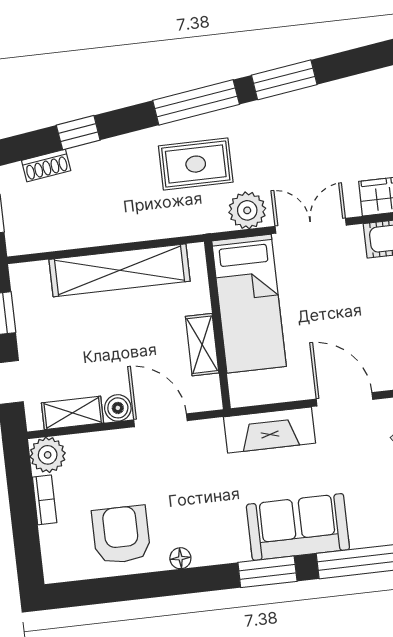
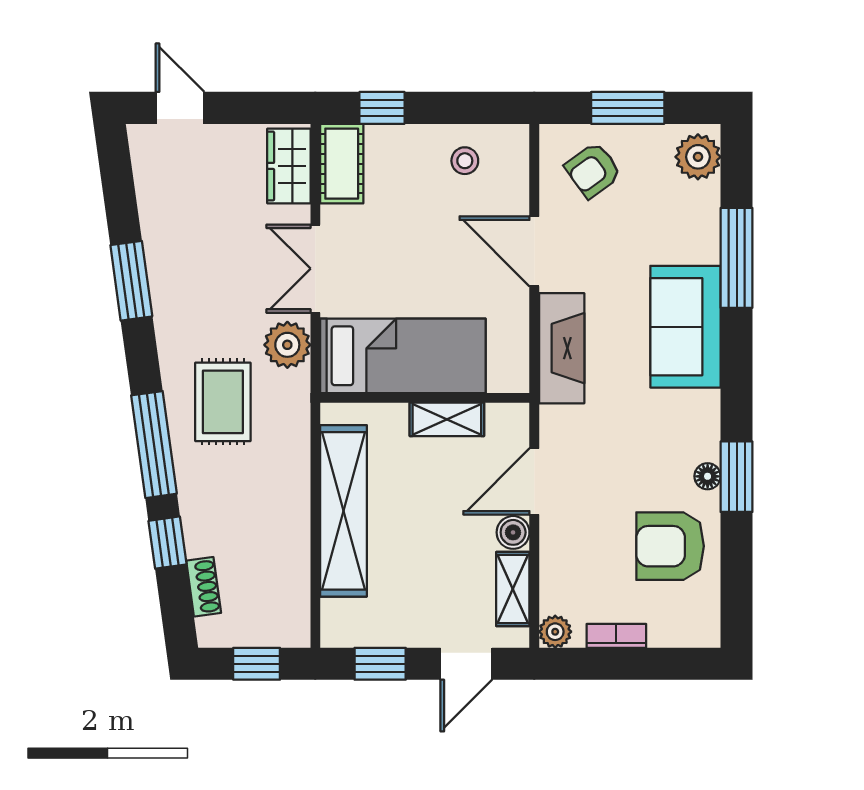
window: (196, 102) -> (154, 445), moved
door: (344, 399) -> (534, 251), hinge flipped
plant: (48, 455) -> (555, 632), width x0.73, depth x0.73
window: (267, 572) -> (737, 477), moved

